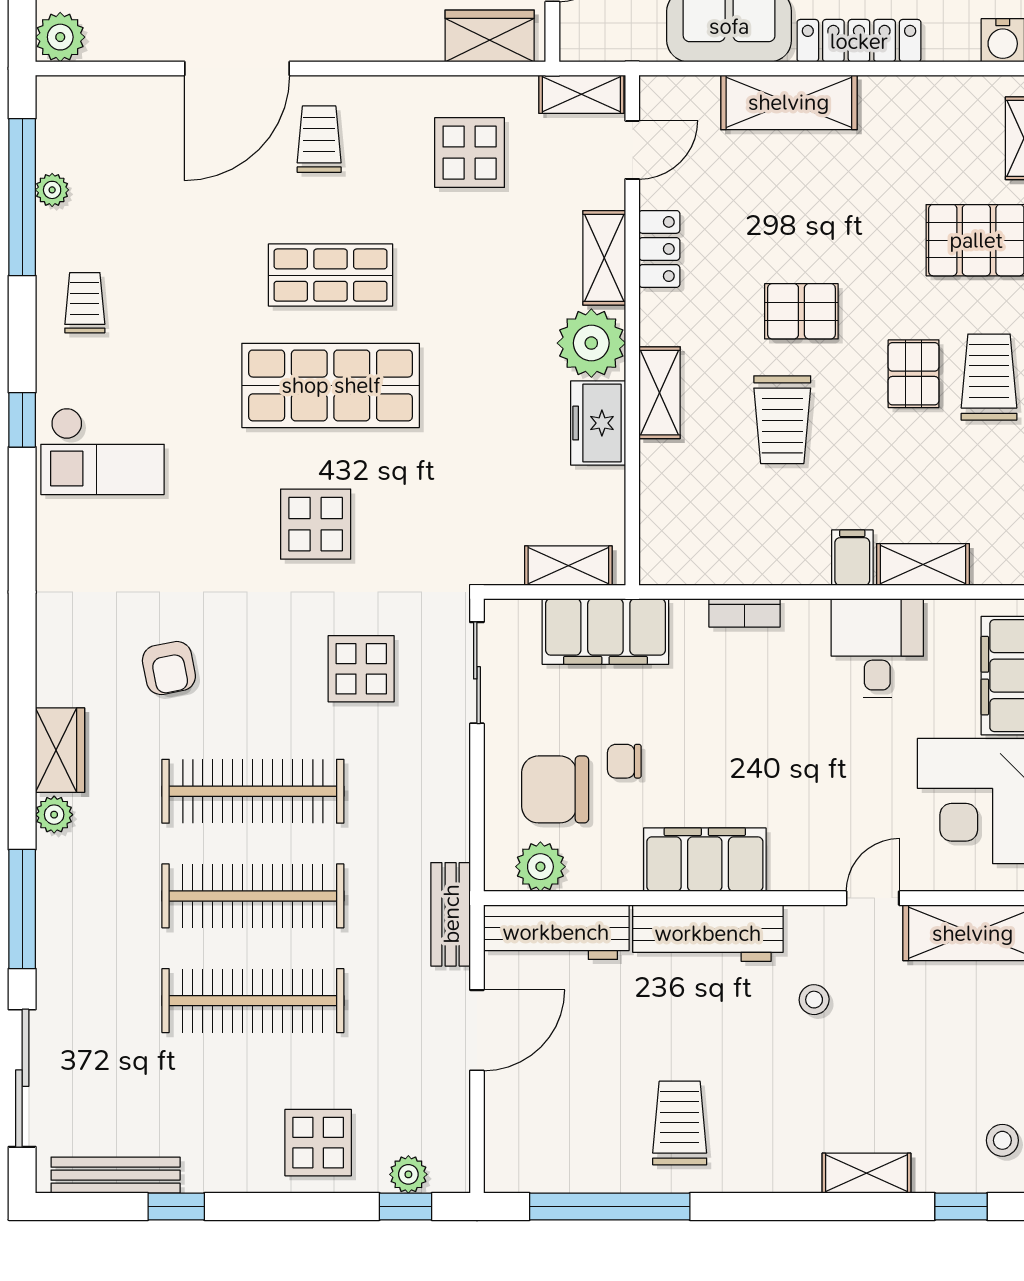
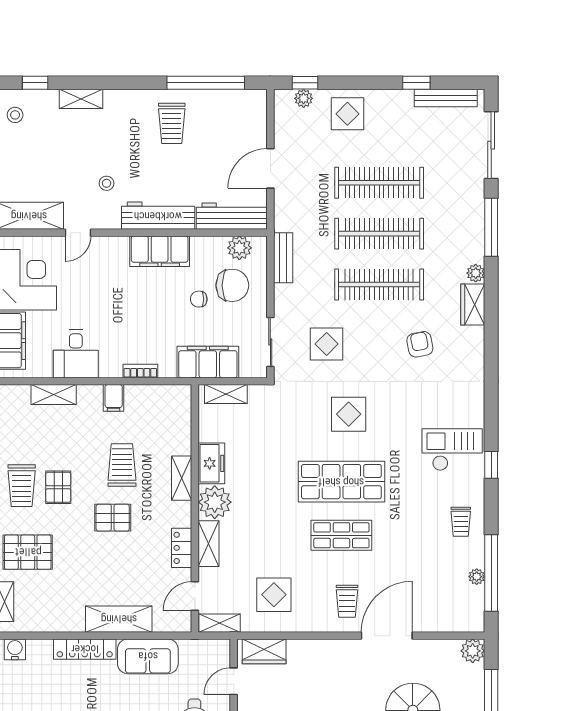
filing cabinet: (852, 558) -> (114, 398), moved
chair: (624, 761) -> (199, 299), turned 180
bench: (451, 914) -> (283, 258), moved

